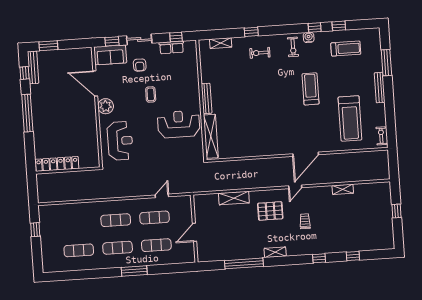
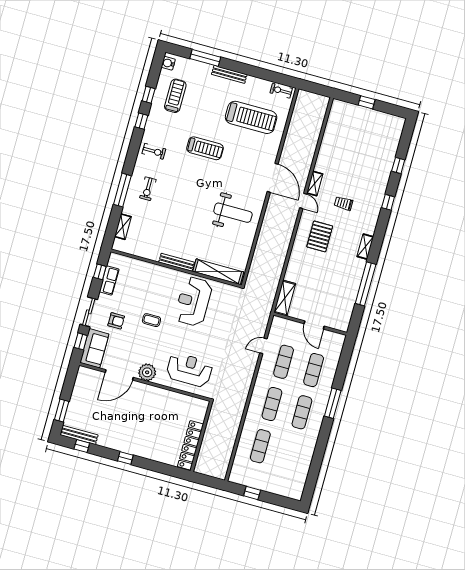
window: (251, 32) -> (122, 190), width x2.17
water cooler: (309, 37) -> (168, 63), moved
treadmill: (311, 89) -> (205, 148), turned 180
window: (27, 113) -> (125, 458), width x0.32
weight bench: (265, 131) -> (233, 213), added
shelving: (343, 189) -> (315, 183), moved
door: (162, 196) -> (263, 346), hinge flipped
shelving: (234, 198) -> (285, 298), moved
exercise mat: (79, 250) -> (260, 446), moved

